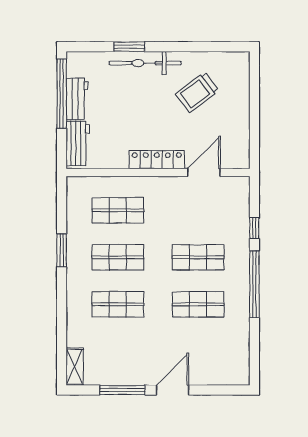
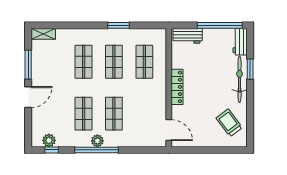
trolley: (197, 92) -> (229, 123), moved
workbench: (77, 99) -> (240, 42), moved, turned 90
door: (204, 173) -> (169, 130), moved
window: (254, 228) -> (52, 150), moved
plant: (240, 283) -> (97, 141), added
plant: (240, 358) -> (49, 140), added
door: (172, 390) -> (28, 97), hinge flipped

